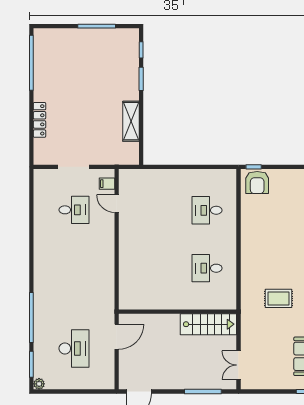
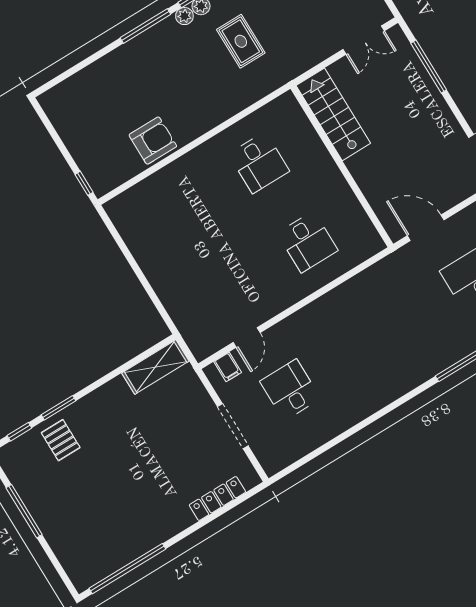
pallet: (123, 69) -> (61, 440), added
locker: (39, 120) -> (217, 498), moved
shelving: (131, 121) -> (155, 367), moved
armchair: (257, 183) -> (153, 141), moved
desk: (207, 210) -> (308, 242), moved

